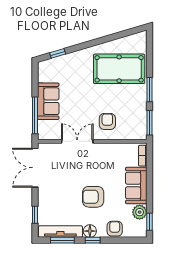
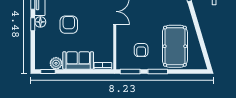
armchair: (107, 121) -> (141, 50), moved, turned 90
armchair: (115, 229) -> (42, 43), removed

